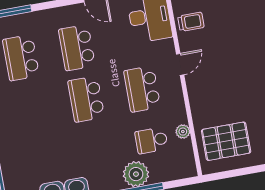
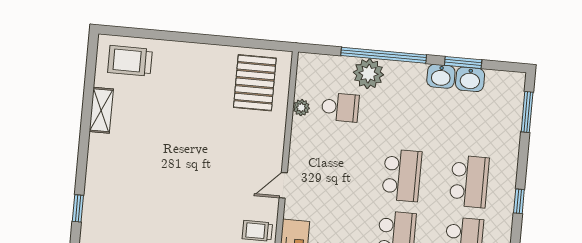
school desk: (142, 89) -> (469, 181), moved
pallet: (226, 141) -> (255, 83), turned 90

